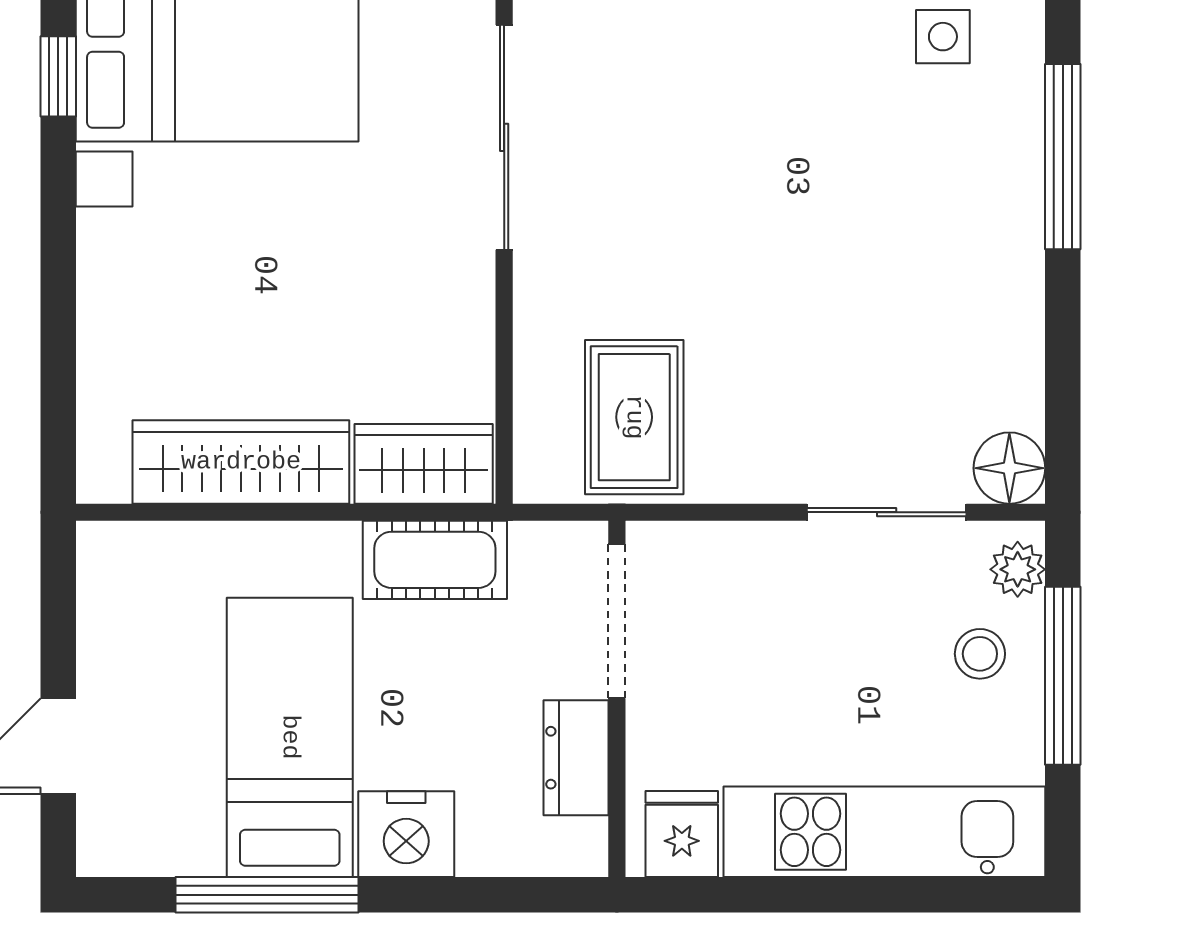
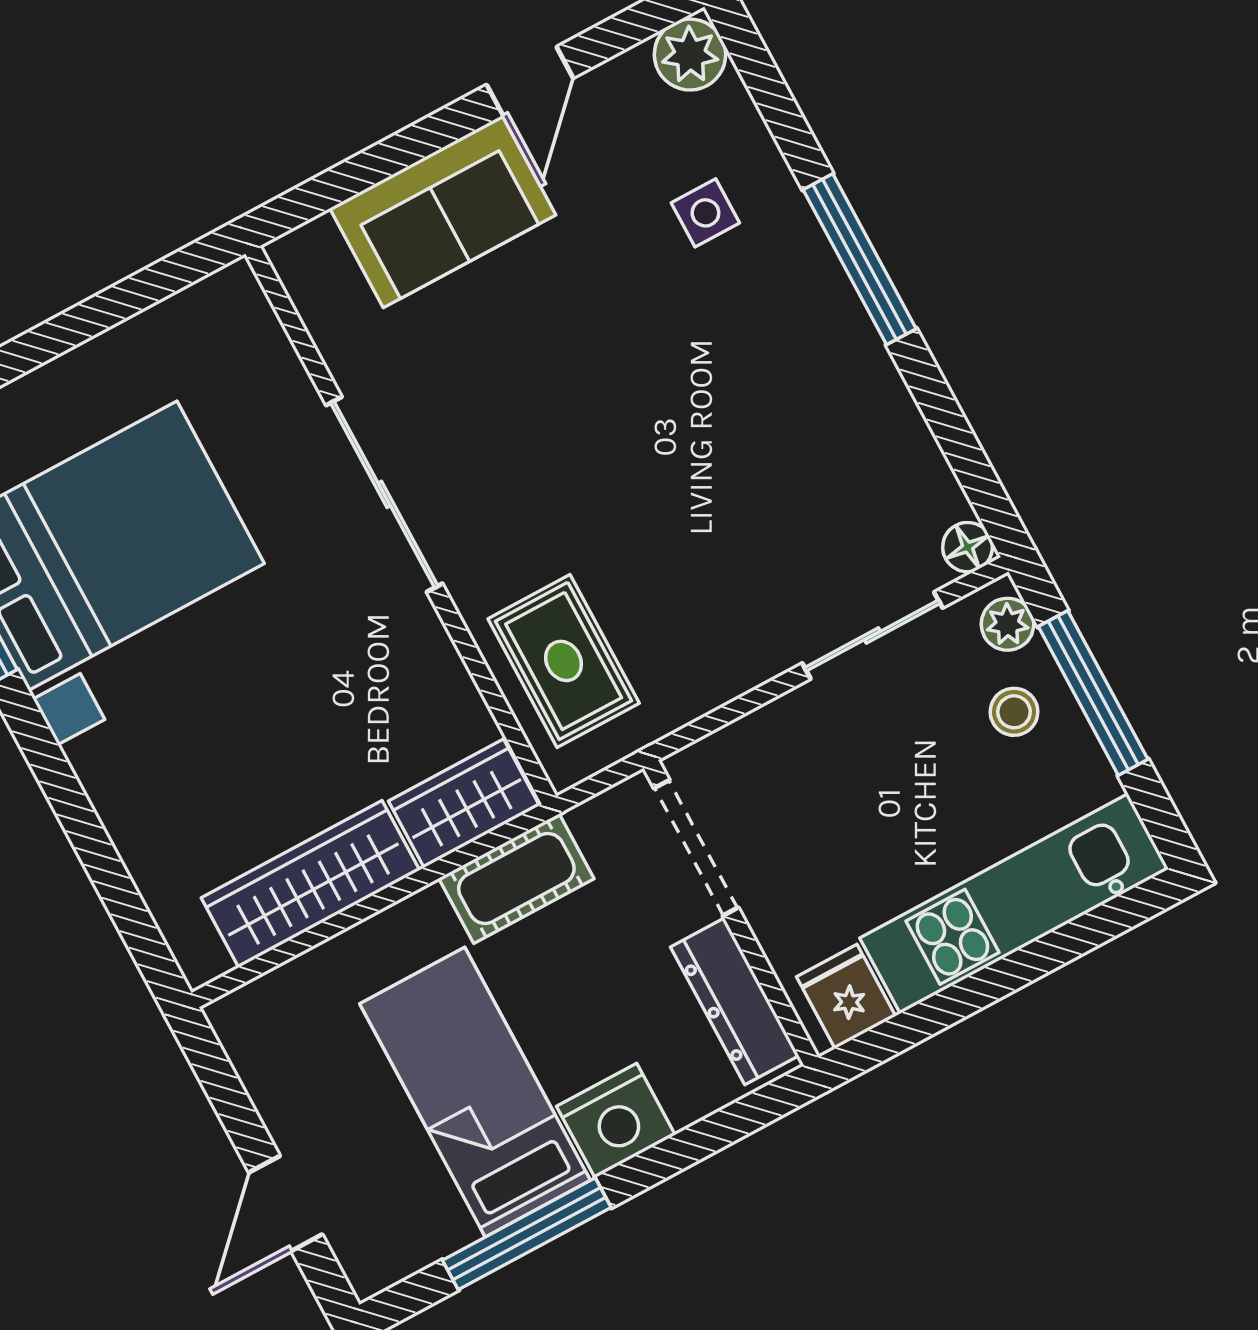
rug: (634, 417) -> (564, 661), moved
floor lamp: (1009, 468) -> (968, 547), width x0.73, depth x0.73
dresser: (576, 758) -> (735, 1001), width x1.44

